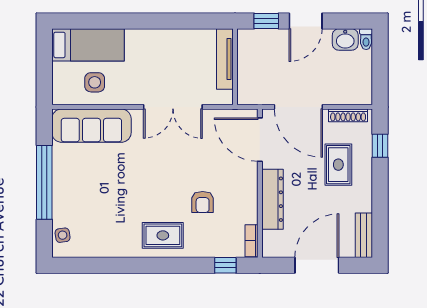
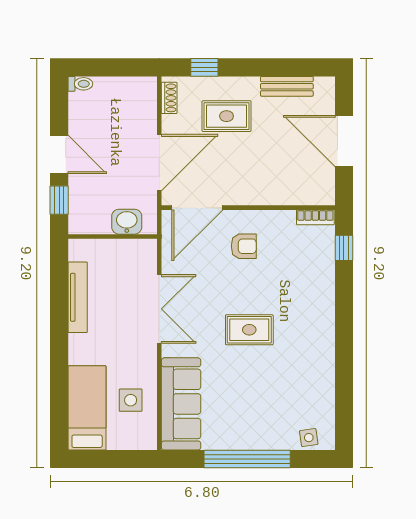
washbasin: (345, 39) -> (127, 222), moved, turned -90
tv unit: (225, 59) -> (78, 297), moved, turned -90
shoe rack: (348, 115) -> (169, 98), width x0.70
dresser: (273, 199) -> (267, 193), removed
armchair: (203, 202) -> (244, 246), moved
rug: (163, 235) -> (249, 330), moved, turned 90
bench: (364, 235) -> (287, 86), moved

